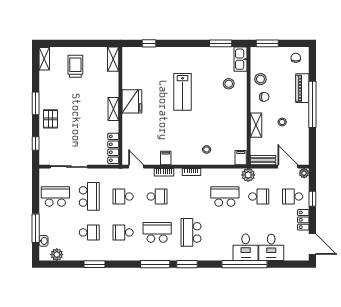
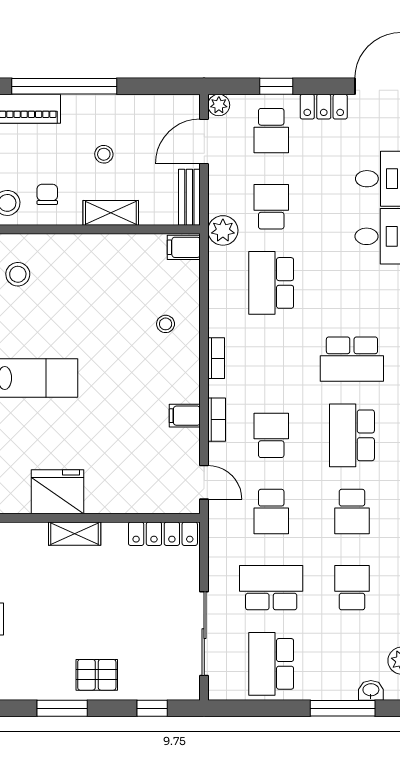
door: (136, 167) -> (204, 482), swing flipped

